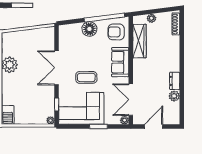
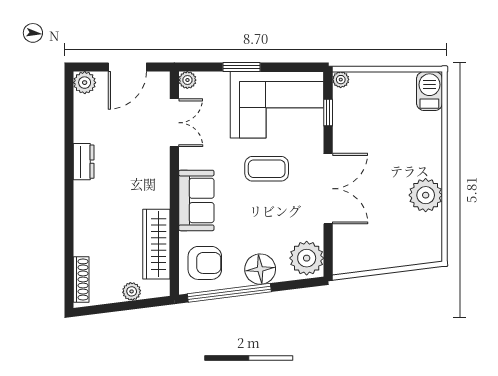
plant: (67, 34) -> (307, 258), added
plant: (174, 96) -> (85, 83), moved
double door: (131, 100) -> (174, 123), width x0.73

